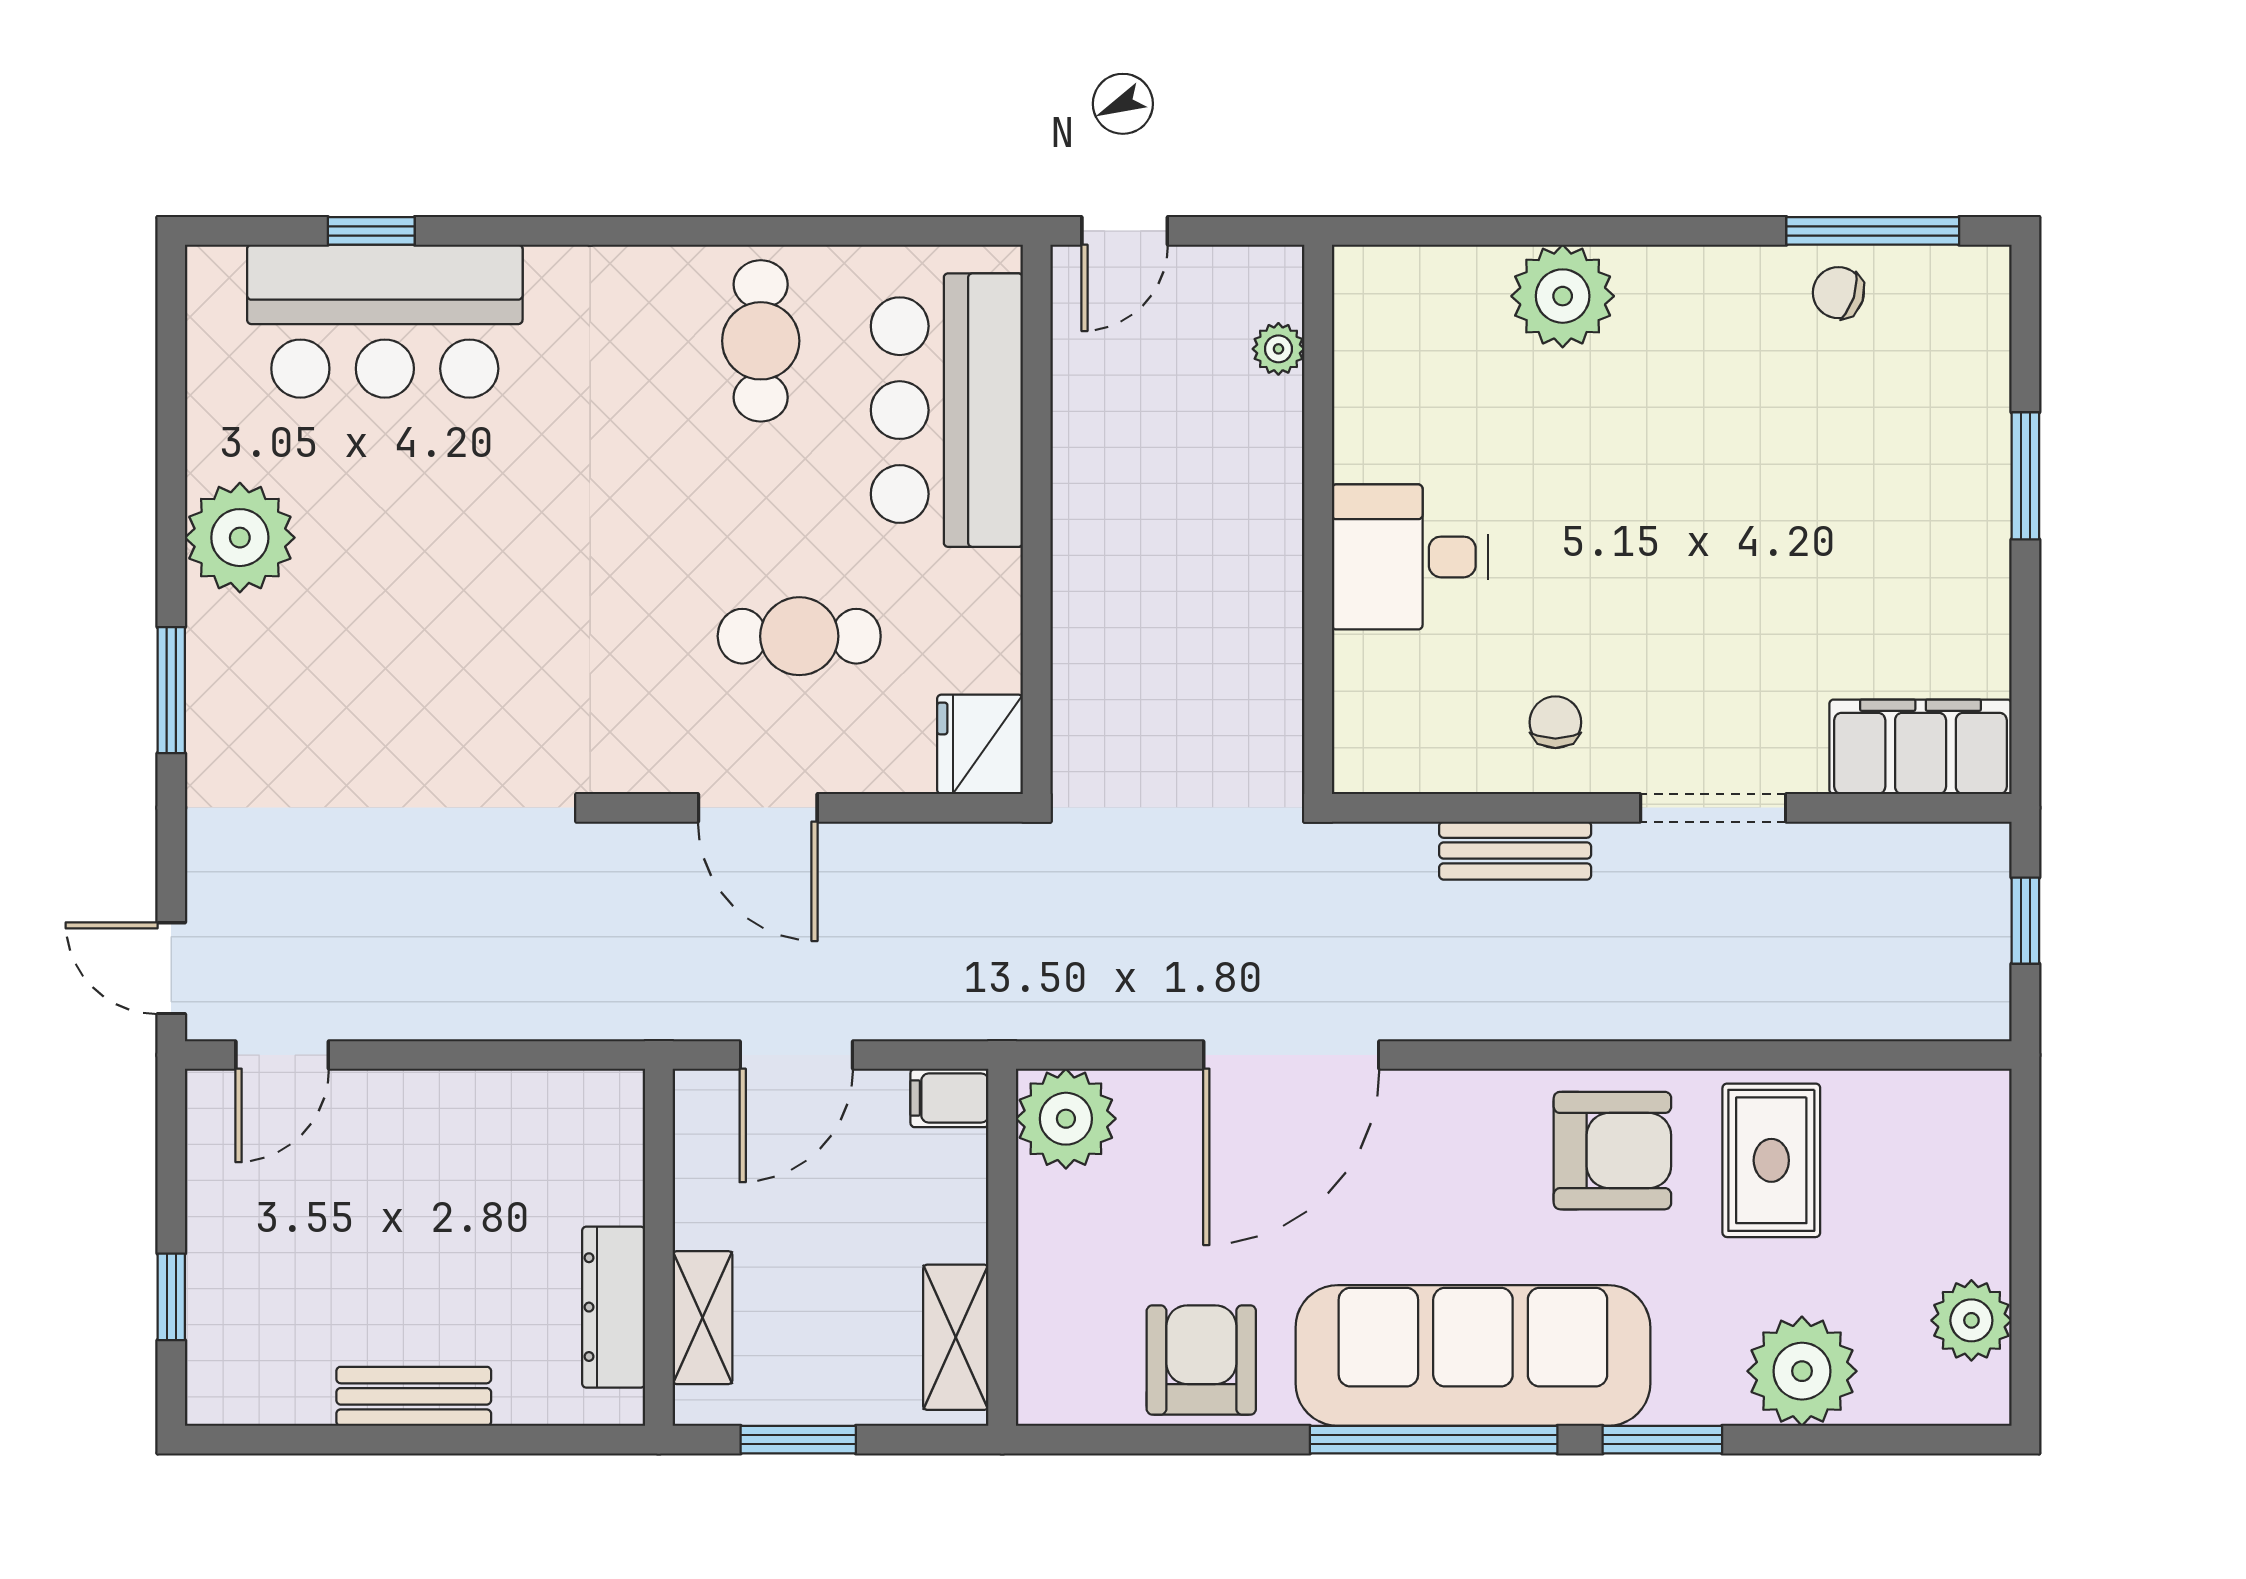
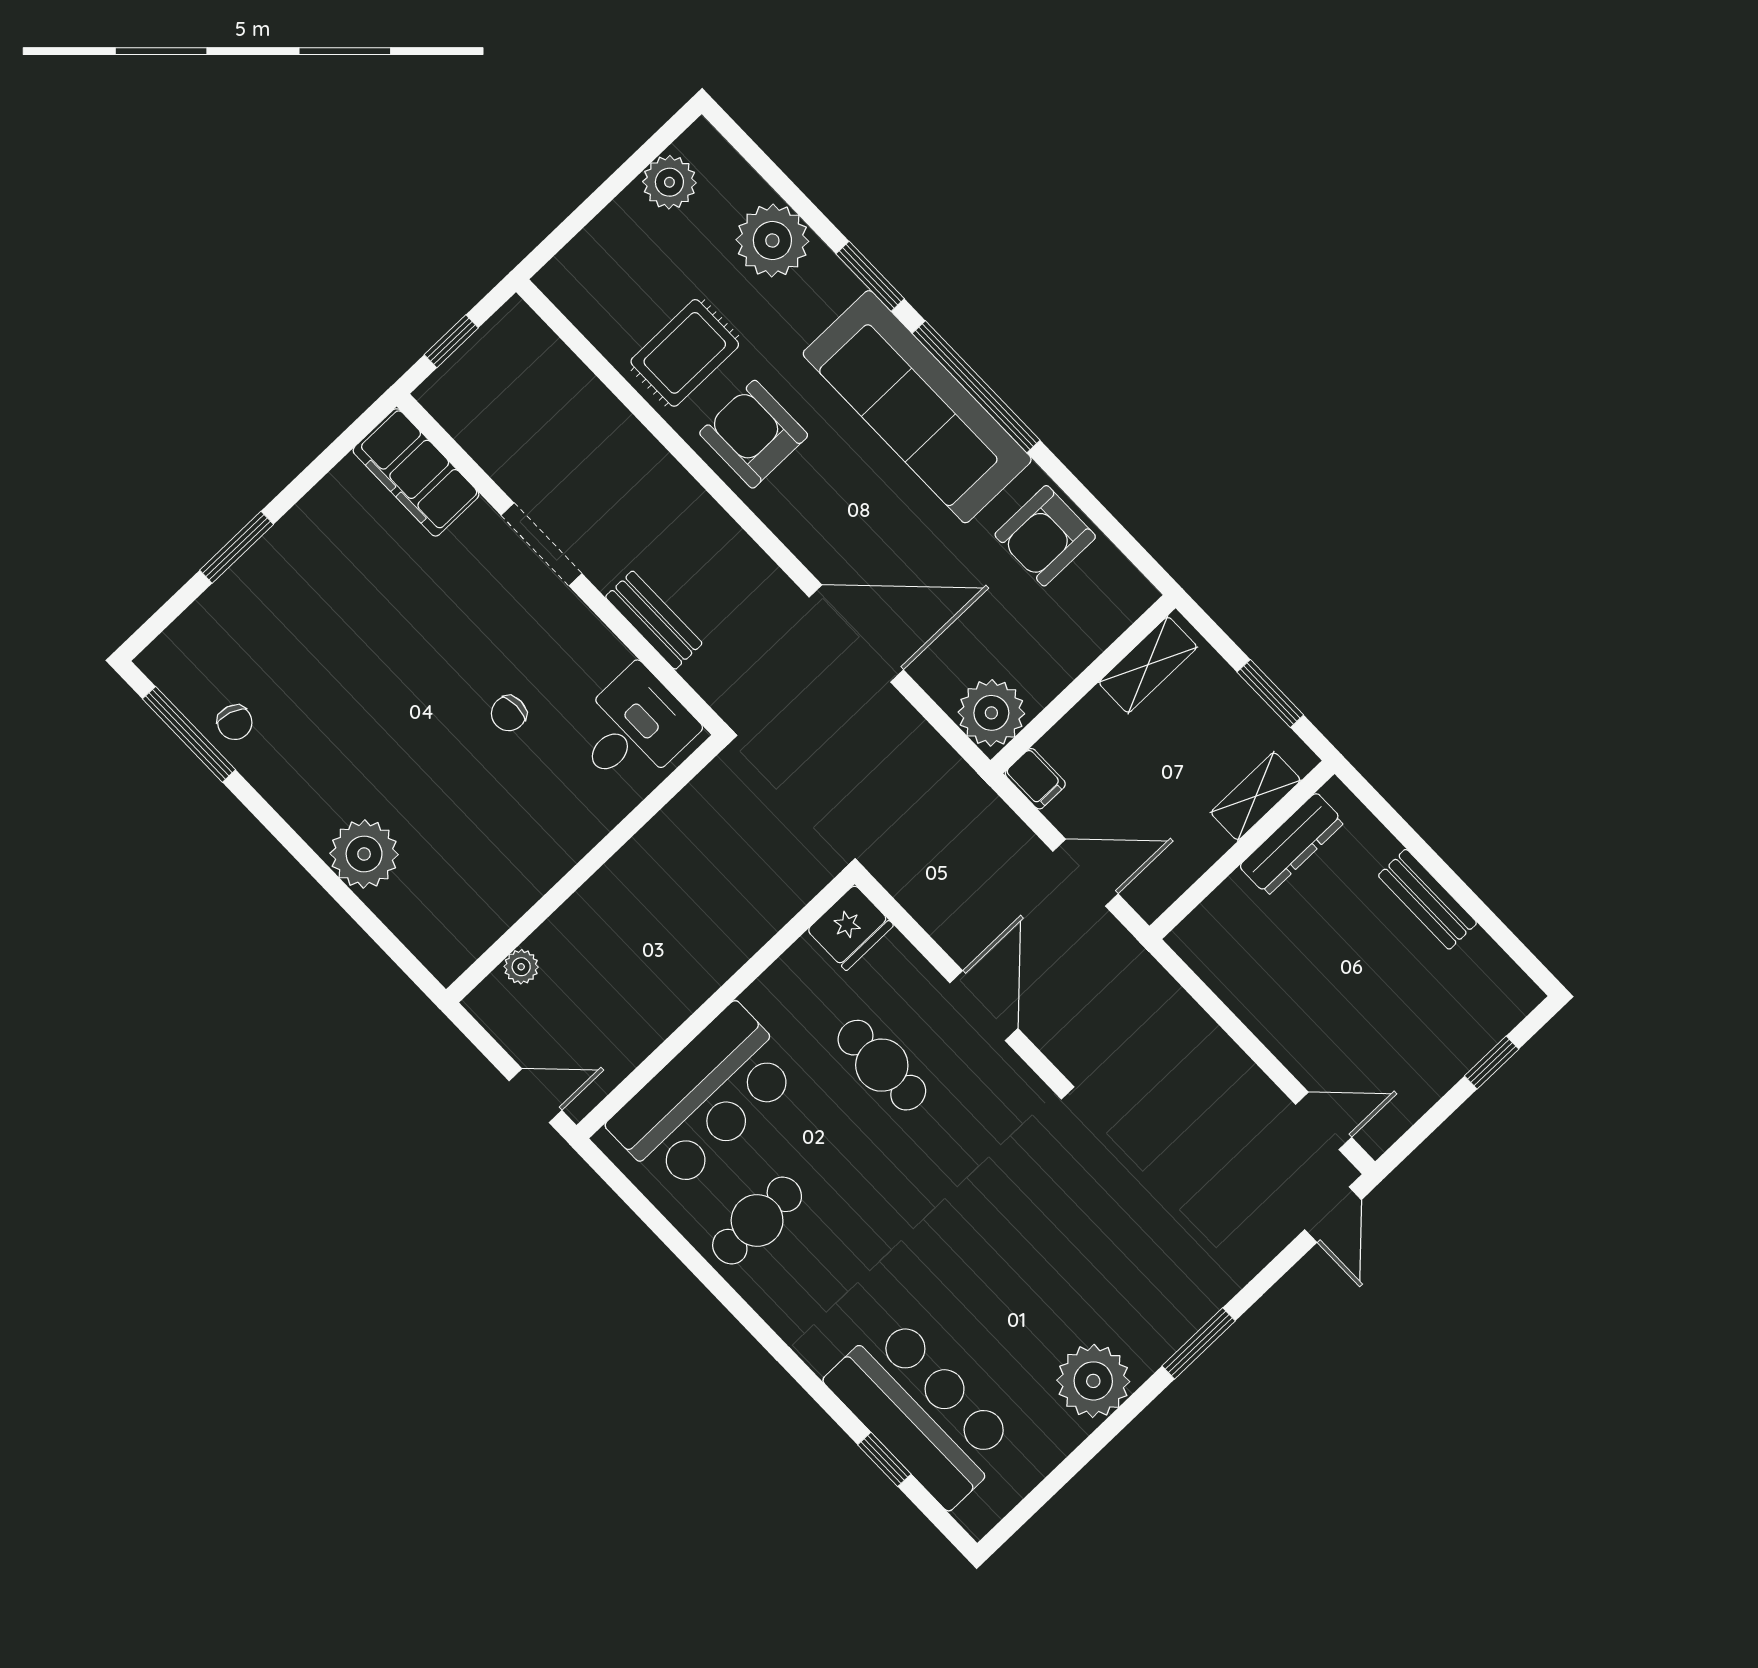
desk: (1410, 557) -> (633, 729), moved, turned -90
chair: (1555, 722) -> (509, 713), moved

